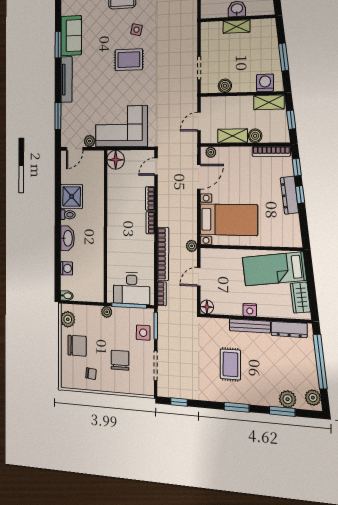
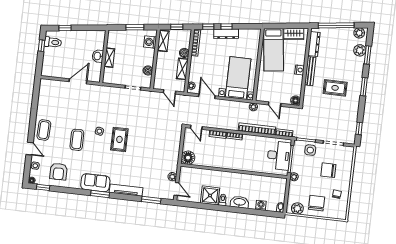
corner sofa: (121, 126) -> (165, 150), removed

